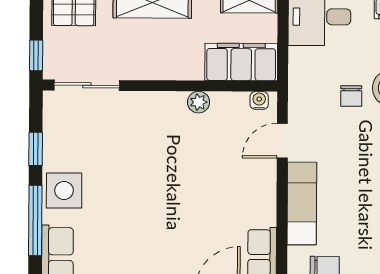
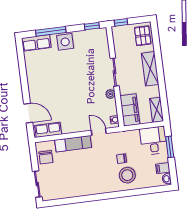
sliding door: (87, 85) -> (115, 72), moved
window: (36, 149) -> (92, 26), moved

